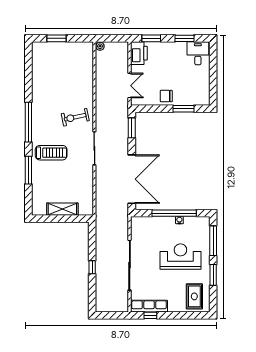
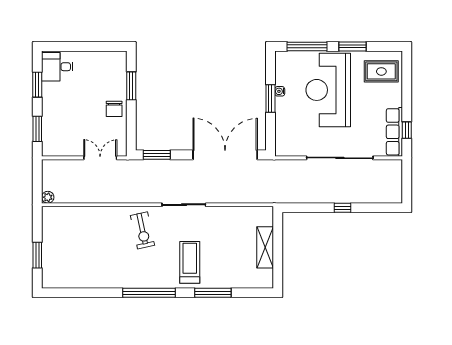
printer: (139, 53) -> (57, 145), removed
window: (174, 213) -> (270, 98), width x0.47
reception desk: (180, 257) -> (328, 90), width x1.36, depth x1.30

